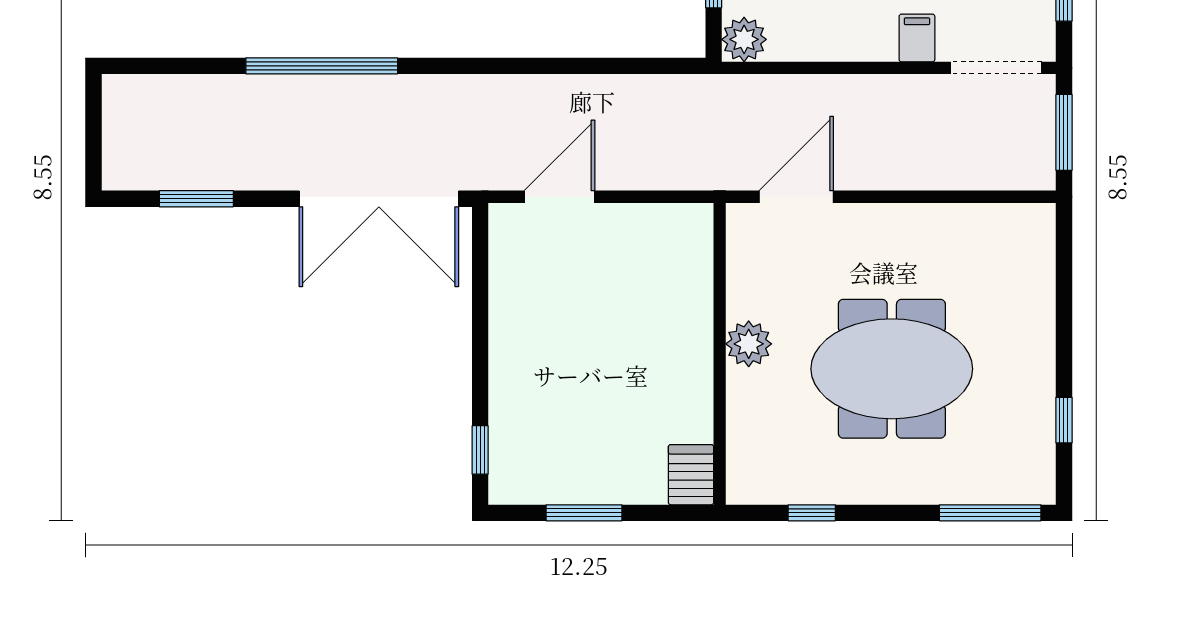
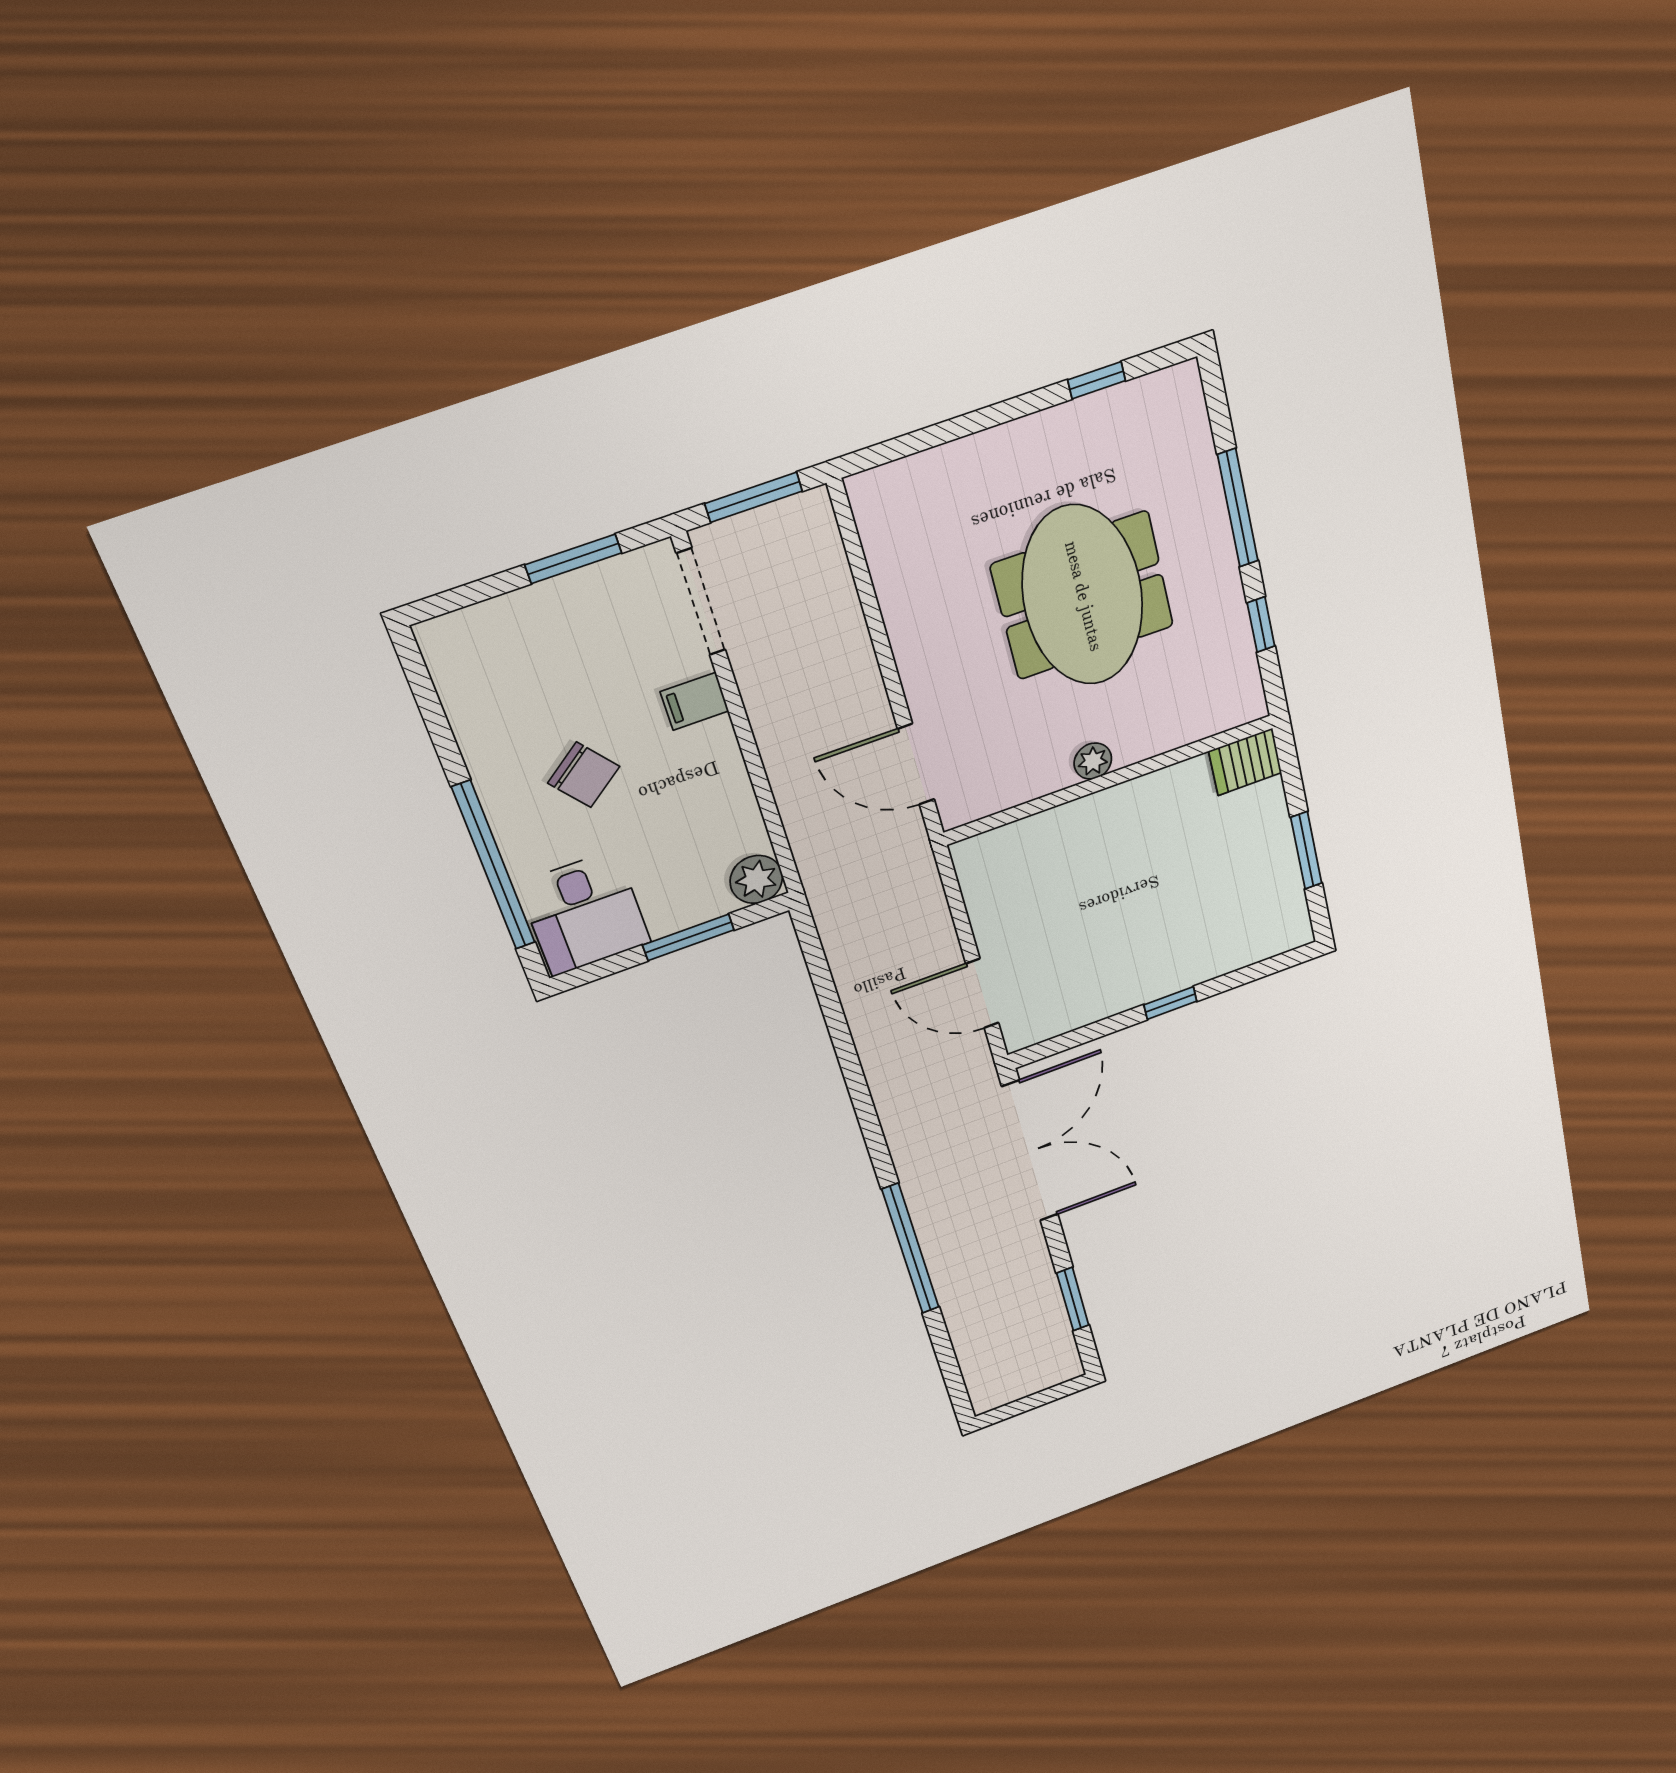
plant: (749, 344) -> (1093, 761), width x0.73, depth x0.73
window: (480, 450) -> (1170, 1003), moved
window: (990, 513) -> (1238, 508), moved

